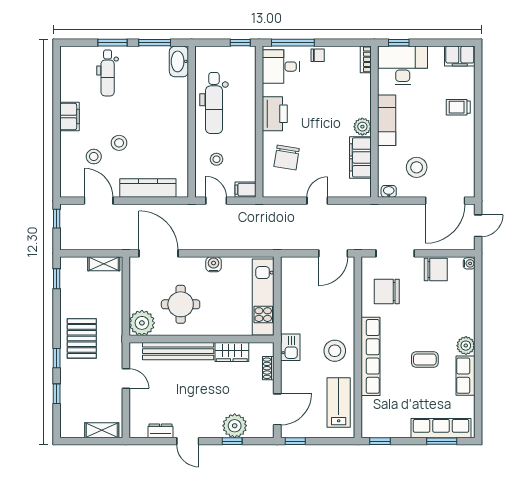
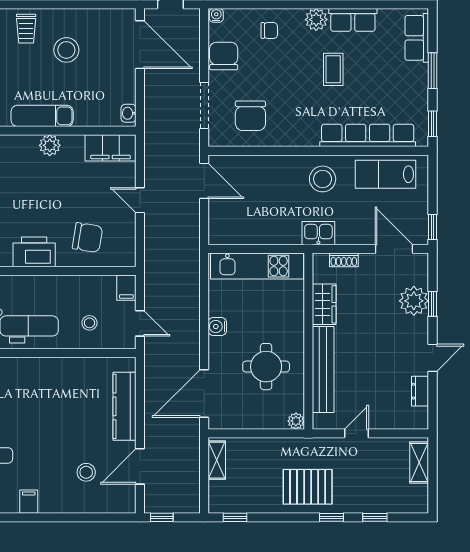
filing cabinet: (70, 117) -> (29, 502), width x0.50
stool: (119, 143) -> (70, 442), removed
filing cabinet: (360, 157) -> (111, 148), moved
stool: (417, 167) -> (66, 50), moved
door: (216, 201) -> (140, 323), swing flipped
chair: (457, 307) -> (269, 30), added
plant: (142, 323) -> (296, 421), width x0.53, depth x0.53
row of seats: (371, 356) -> (368, 135), moved
row of seats: (441, 428) -> (417, 38), width x0.68
window: (442, 441) -> (433, 71), moved

